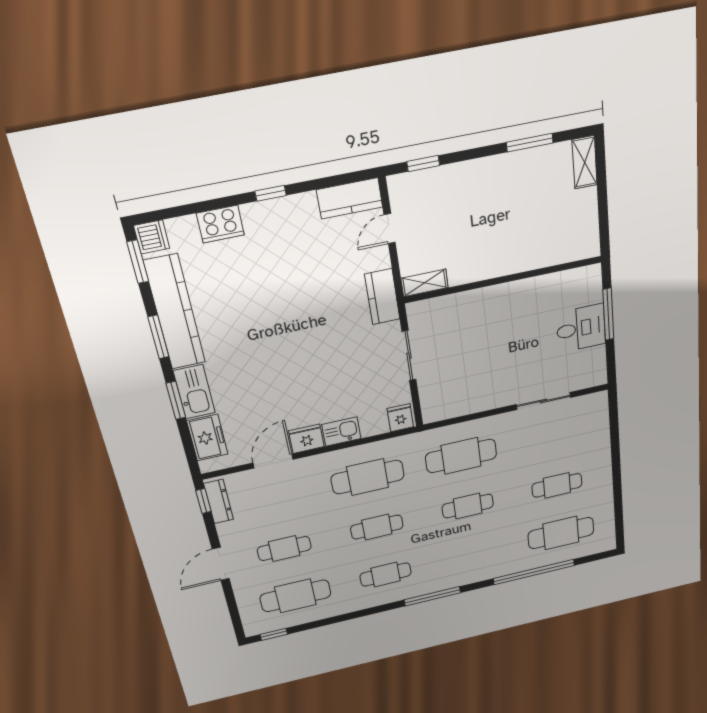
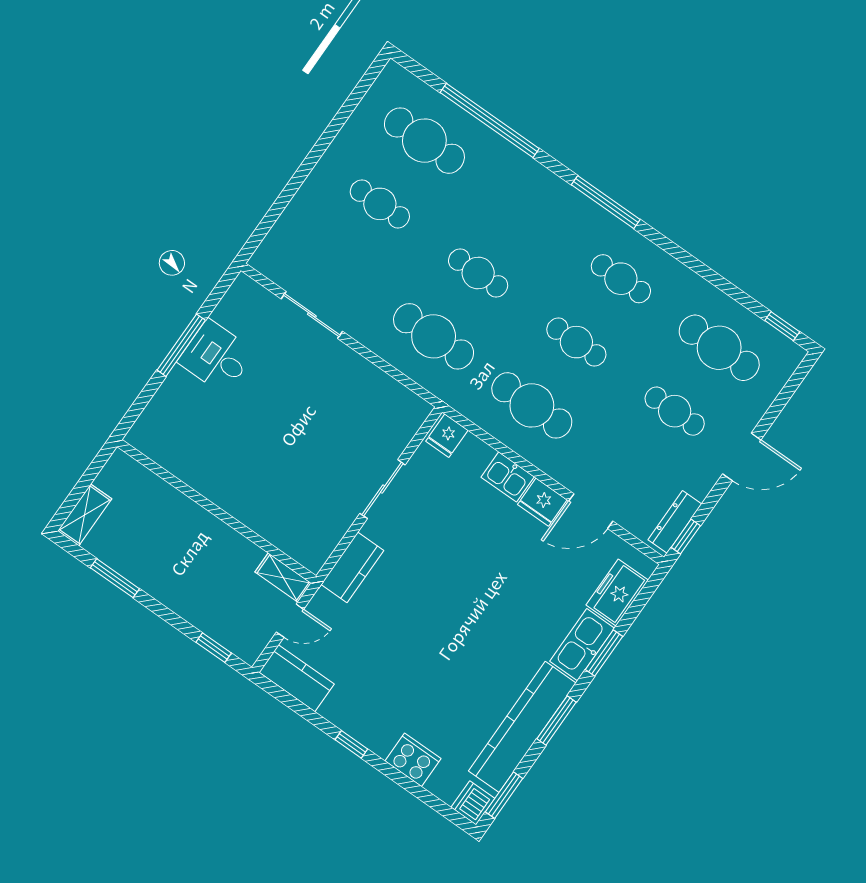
wall: (504, 279) -> (217, 511), moved
shelving: (425, 283) -> (283, 578), moved

